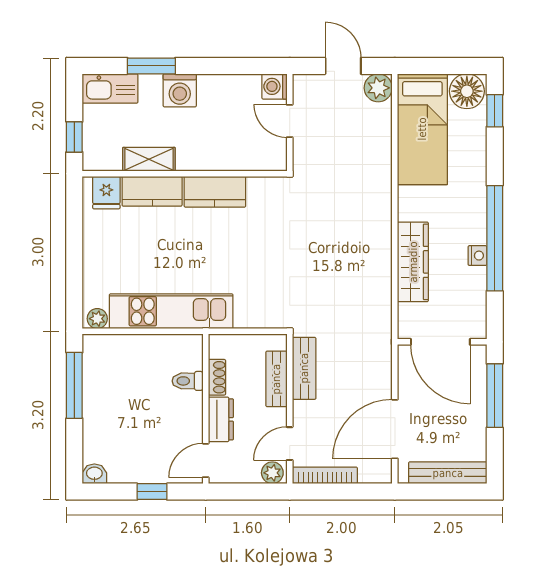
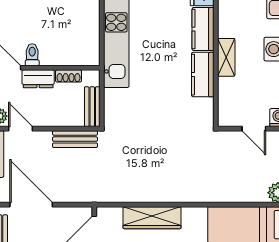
door: (290, 121) -> (254, 129), swing flipped
shelving: (149, 159) -> (226, 57), moved
bench: (276, 379) -> (92, 107), moved, turned 90
toilet: (188, 381) -> (32, 55), moved

